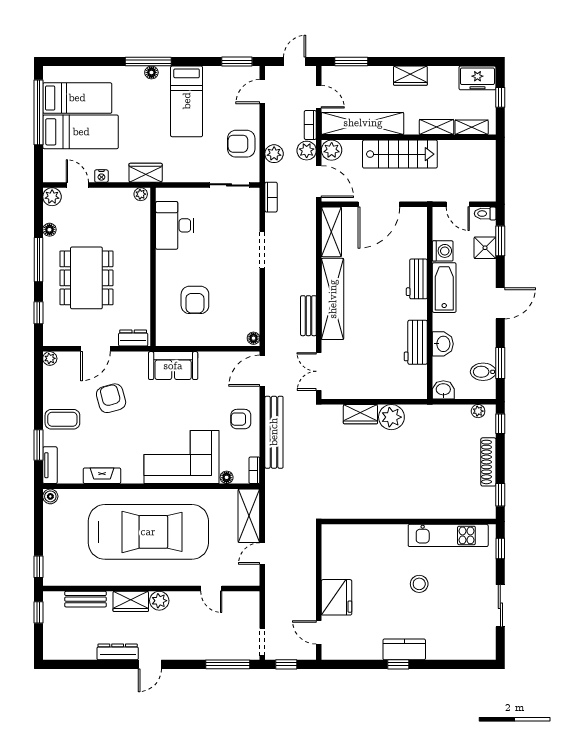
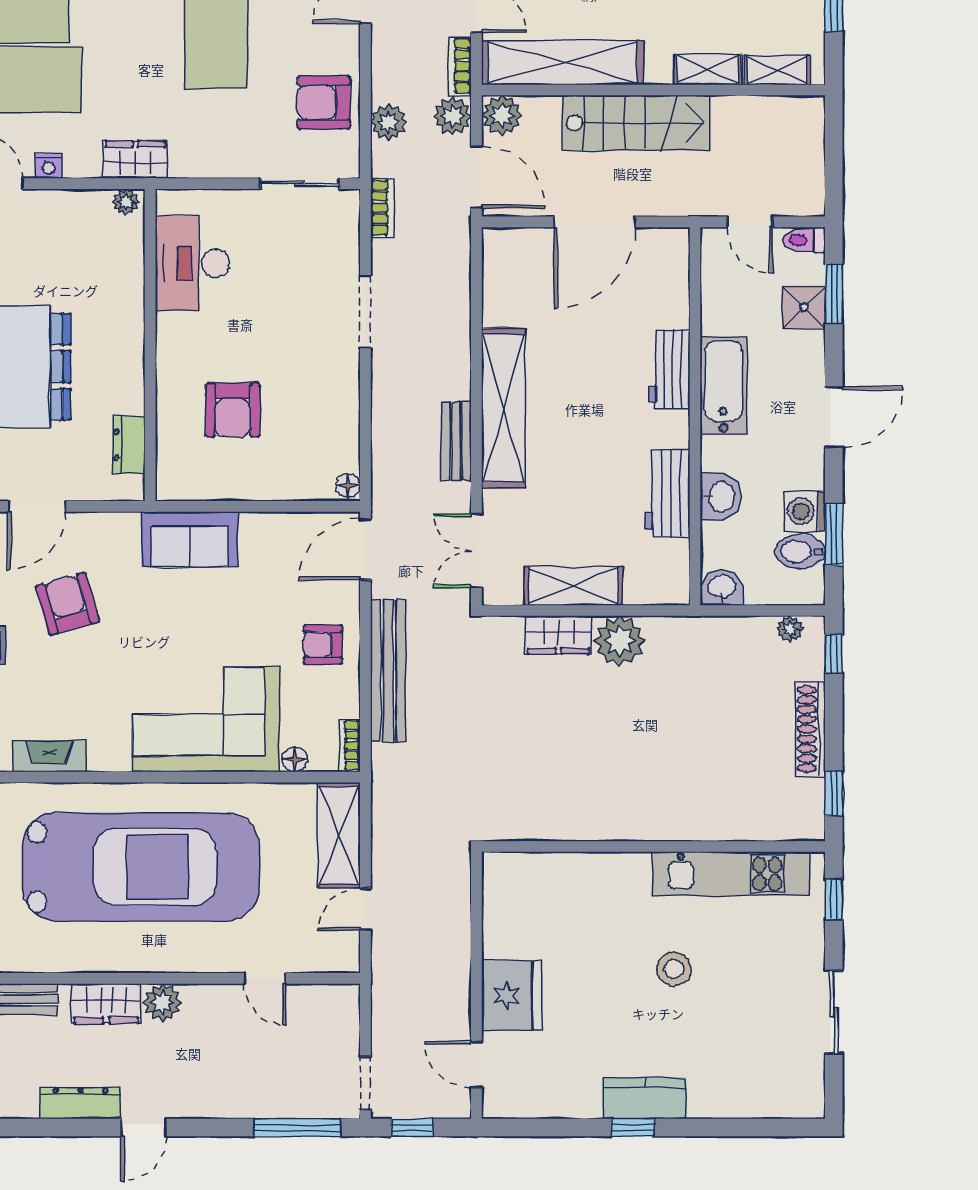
shelving: (331, 232) -> (573, 586), moved, turned 90
washing machine: (443, 251) -> (805, 511), moved, turned 180
dresser: (133, 338) -> (129, 445), moved, turned -90

